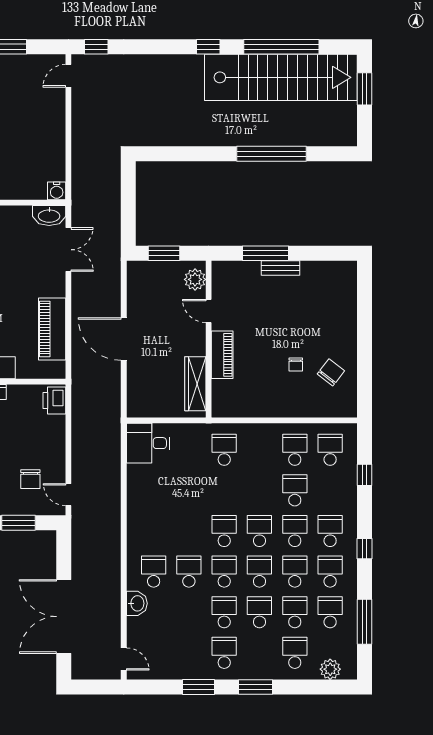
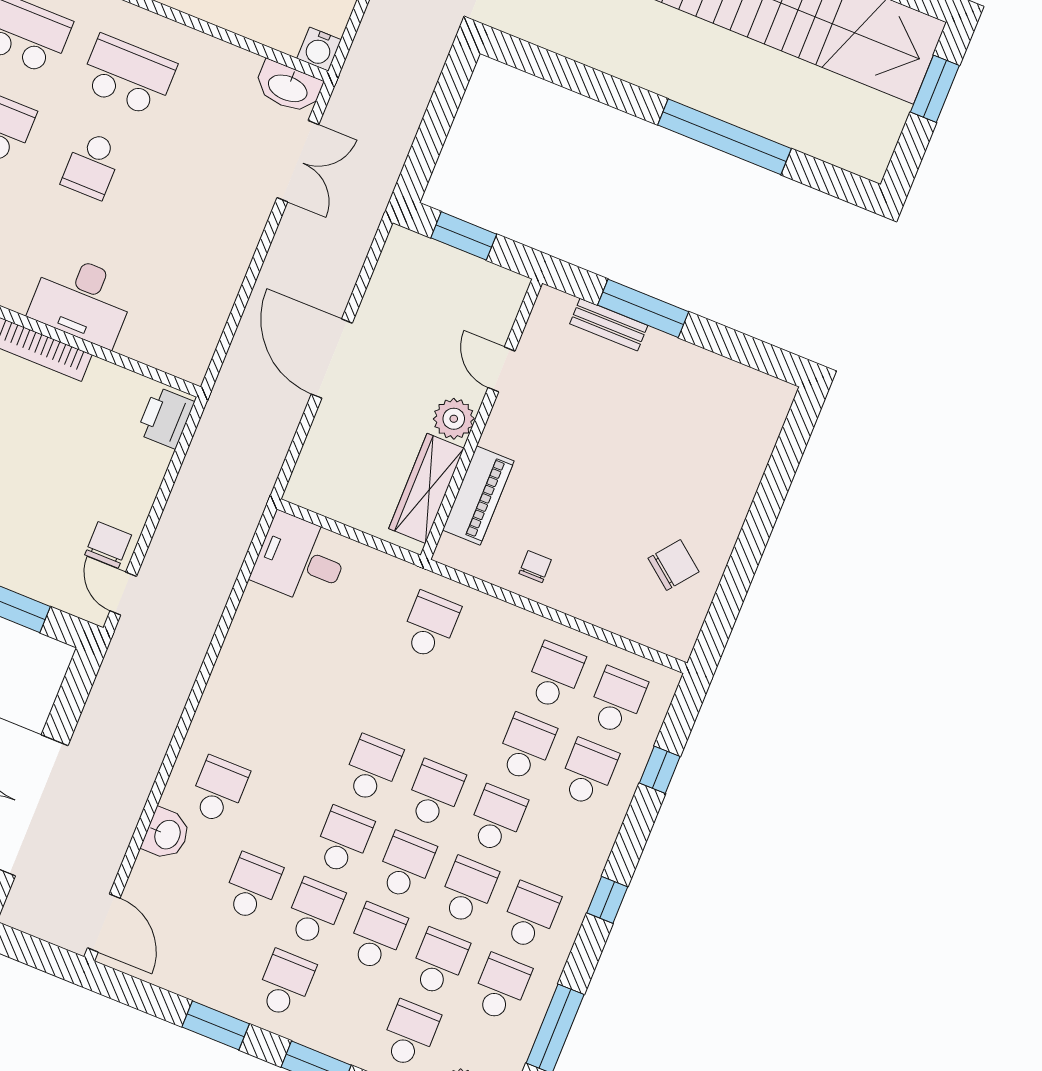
bench: (281, 268) -> (609, 325), moved
plant: (195, 279) -> (454, 419), moved
piano: (52, 329) -> (213, 290), removed
piano: (222, 355) -> (478, 495), moved
chair: (296, 365) -> (535, 567), moved, turned 180
chair: (30, 479) -> (108, 545), moved, turned 180
school desk: (330, 531) -> (588, 773), moved
school desk: (189, 572) -> (252, 887), moved
door: (124, 659) -> (104, 923), width x1.38

